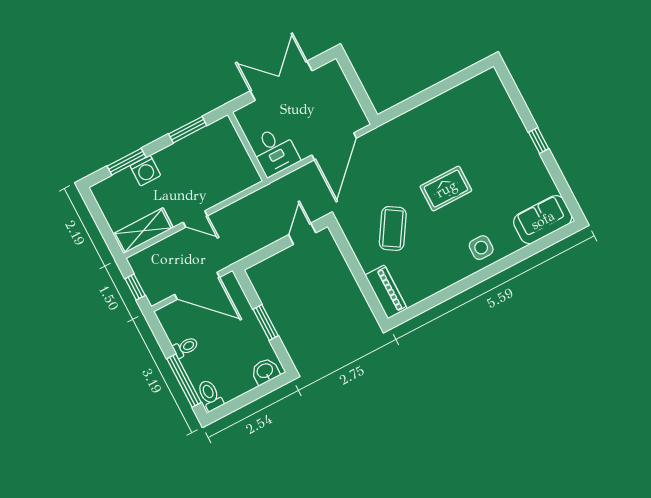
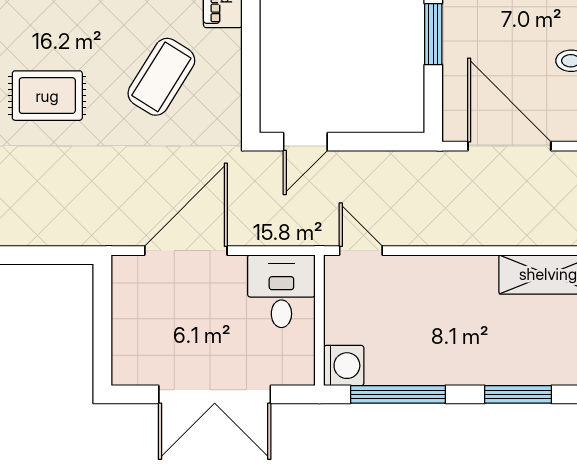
window: (188, 130) -> (398, 394), width x1.44
washing machine: (145, 171) -> (344, 366), moved, turned 90
door: (195, 219) -> (361, 251), moved

